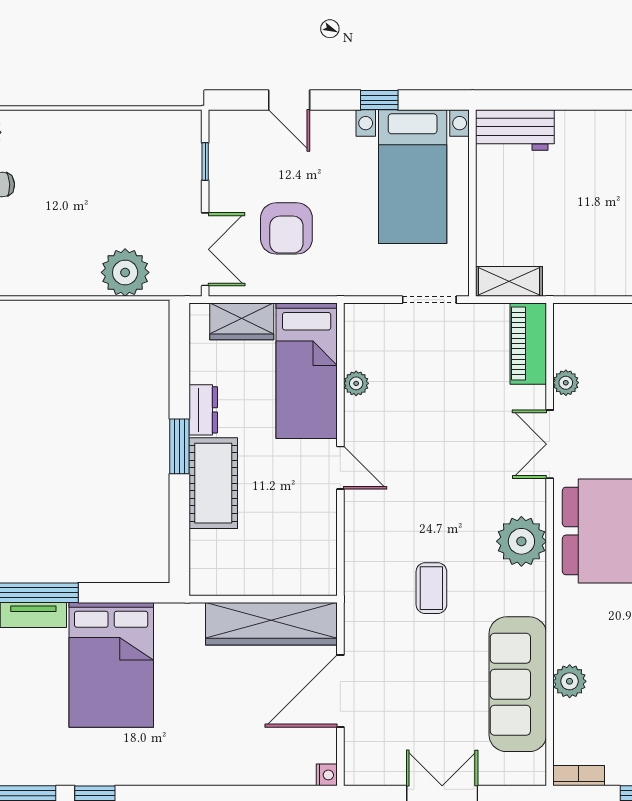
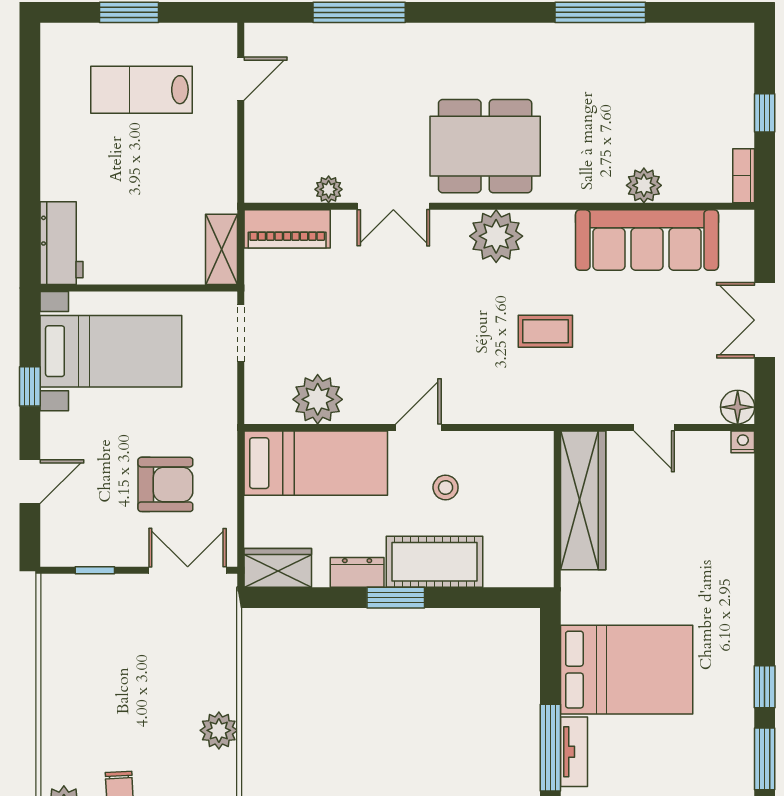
plant: (125, 272) -> (219, 730), moved, width x0.73, depth x0.73
wardrobe: (242, 321) -> (278, 568), moved, turned -90
plant: (356, 383) -> (318, 399), width x1.88, depth x1.88
stool: (284, 494) -> (446, 487), added
door: (340, 691) -> (654, 427), width x0.53
floor lamp: (360, 770) -> (738, 407), added

